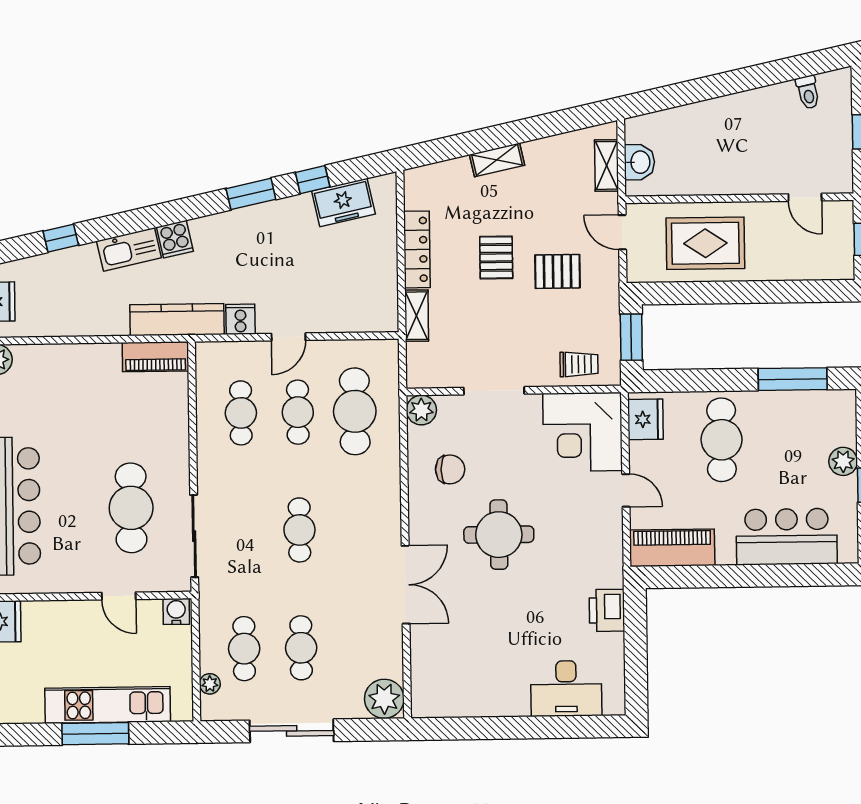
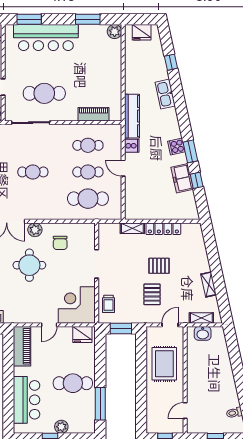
shelving: (497, 160) -> (209, 284), moved
freezer: (343, 202) -> (182, 178), moved
cooker: (175, 239) -> (176, 147), moved
piano: (155, 357) -> (94, 114), moved, turned 90
plant: (421, 410) -> (35, 230), moved
cafe table: (722, 440) -> (73, 383), moved

